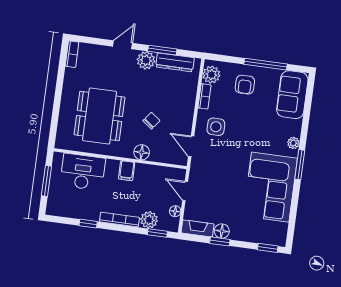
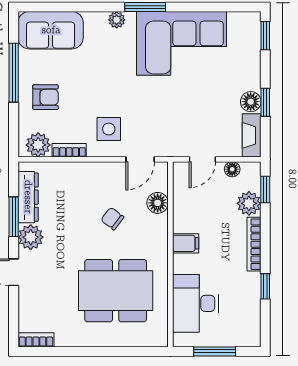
floor lamp: (142, 152) -> (158, 203), moved

